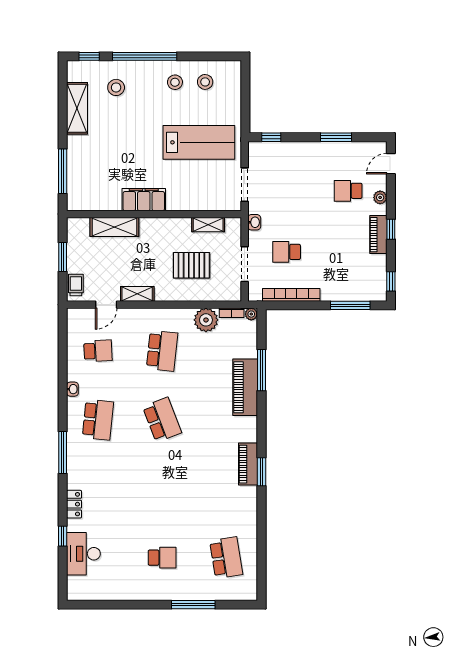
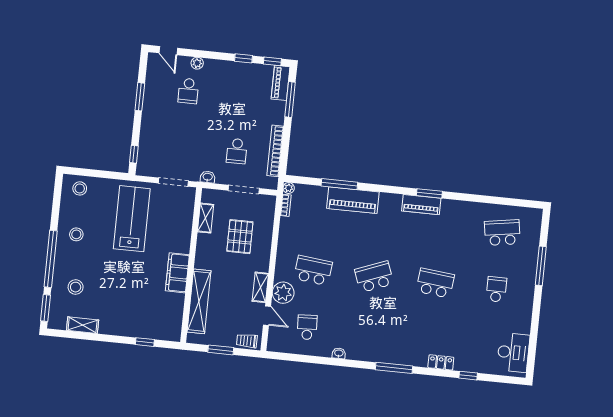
window: (89, 56) -> (46, 308), width x1.50
stool: (205, 82) -> (80, 188), moved
shelving: (77, 108) -> (83, 325), width x0.67, depth x0.75
window: (63, 171) -> (145, 342), width x0.46
shelving: (114, 227) -> (199, 301), width x1.47
window: (391, 229) -> (244, 58), moved
piano: (378, 235) -> (281, 83), moved, turned 90
plant: (206, 320) -> (283, 293), moved
school desk: (98, 420) -> (435, 283), moved
desk: (83, 554) -> (513, 352), moved, turned -90

